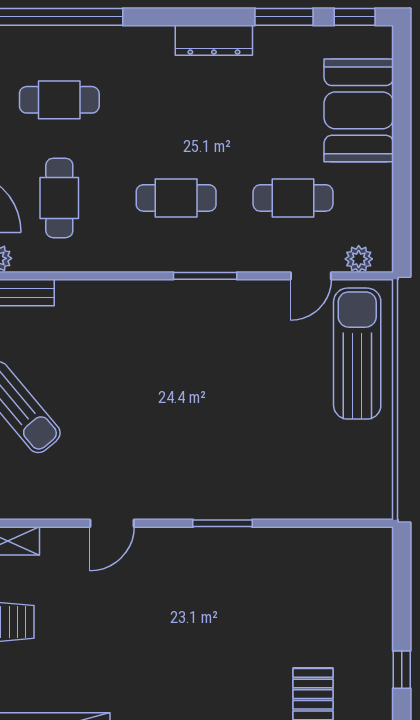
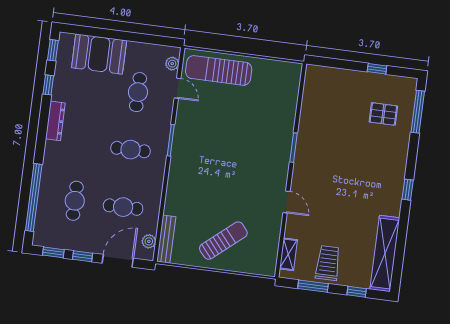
window: (284, 17) -> (48, 85), width x0.67
cafe table: (176, 198) -> (131, 150), turned 90

